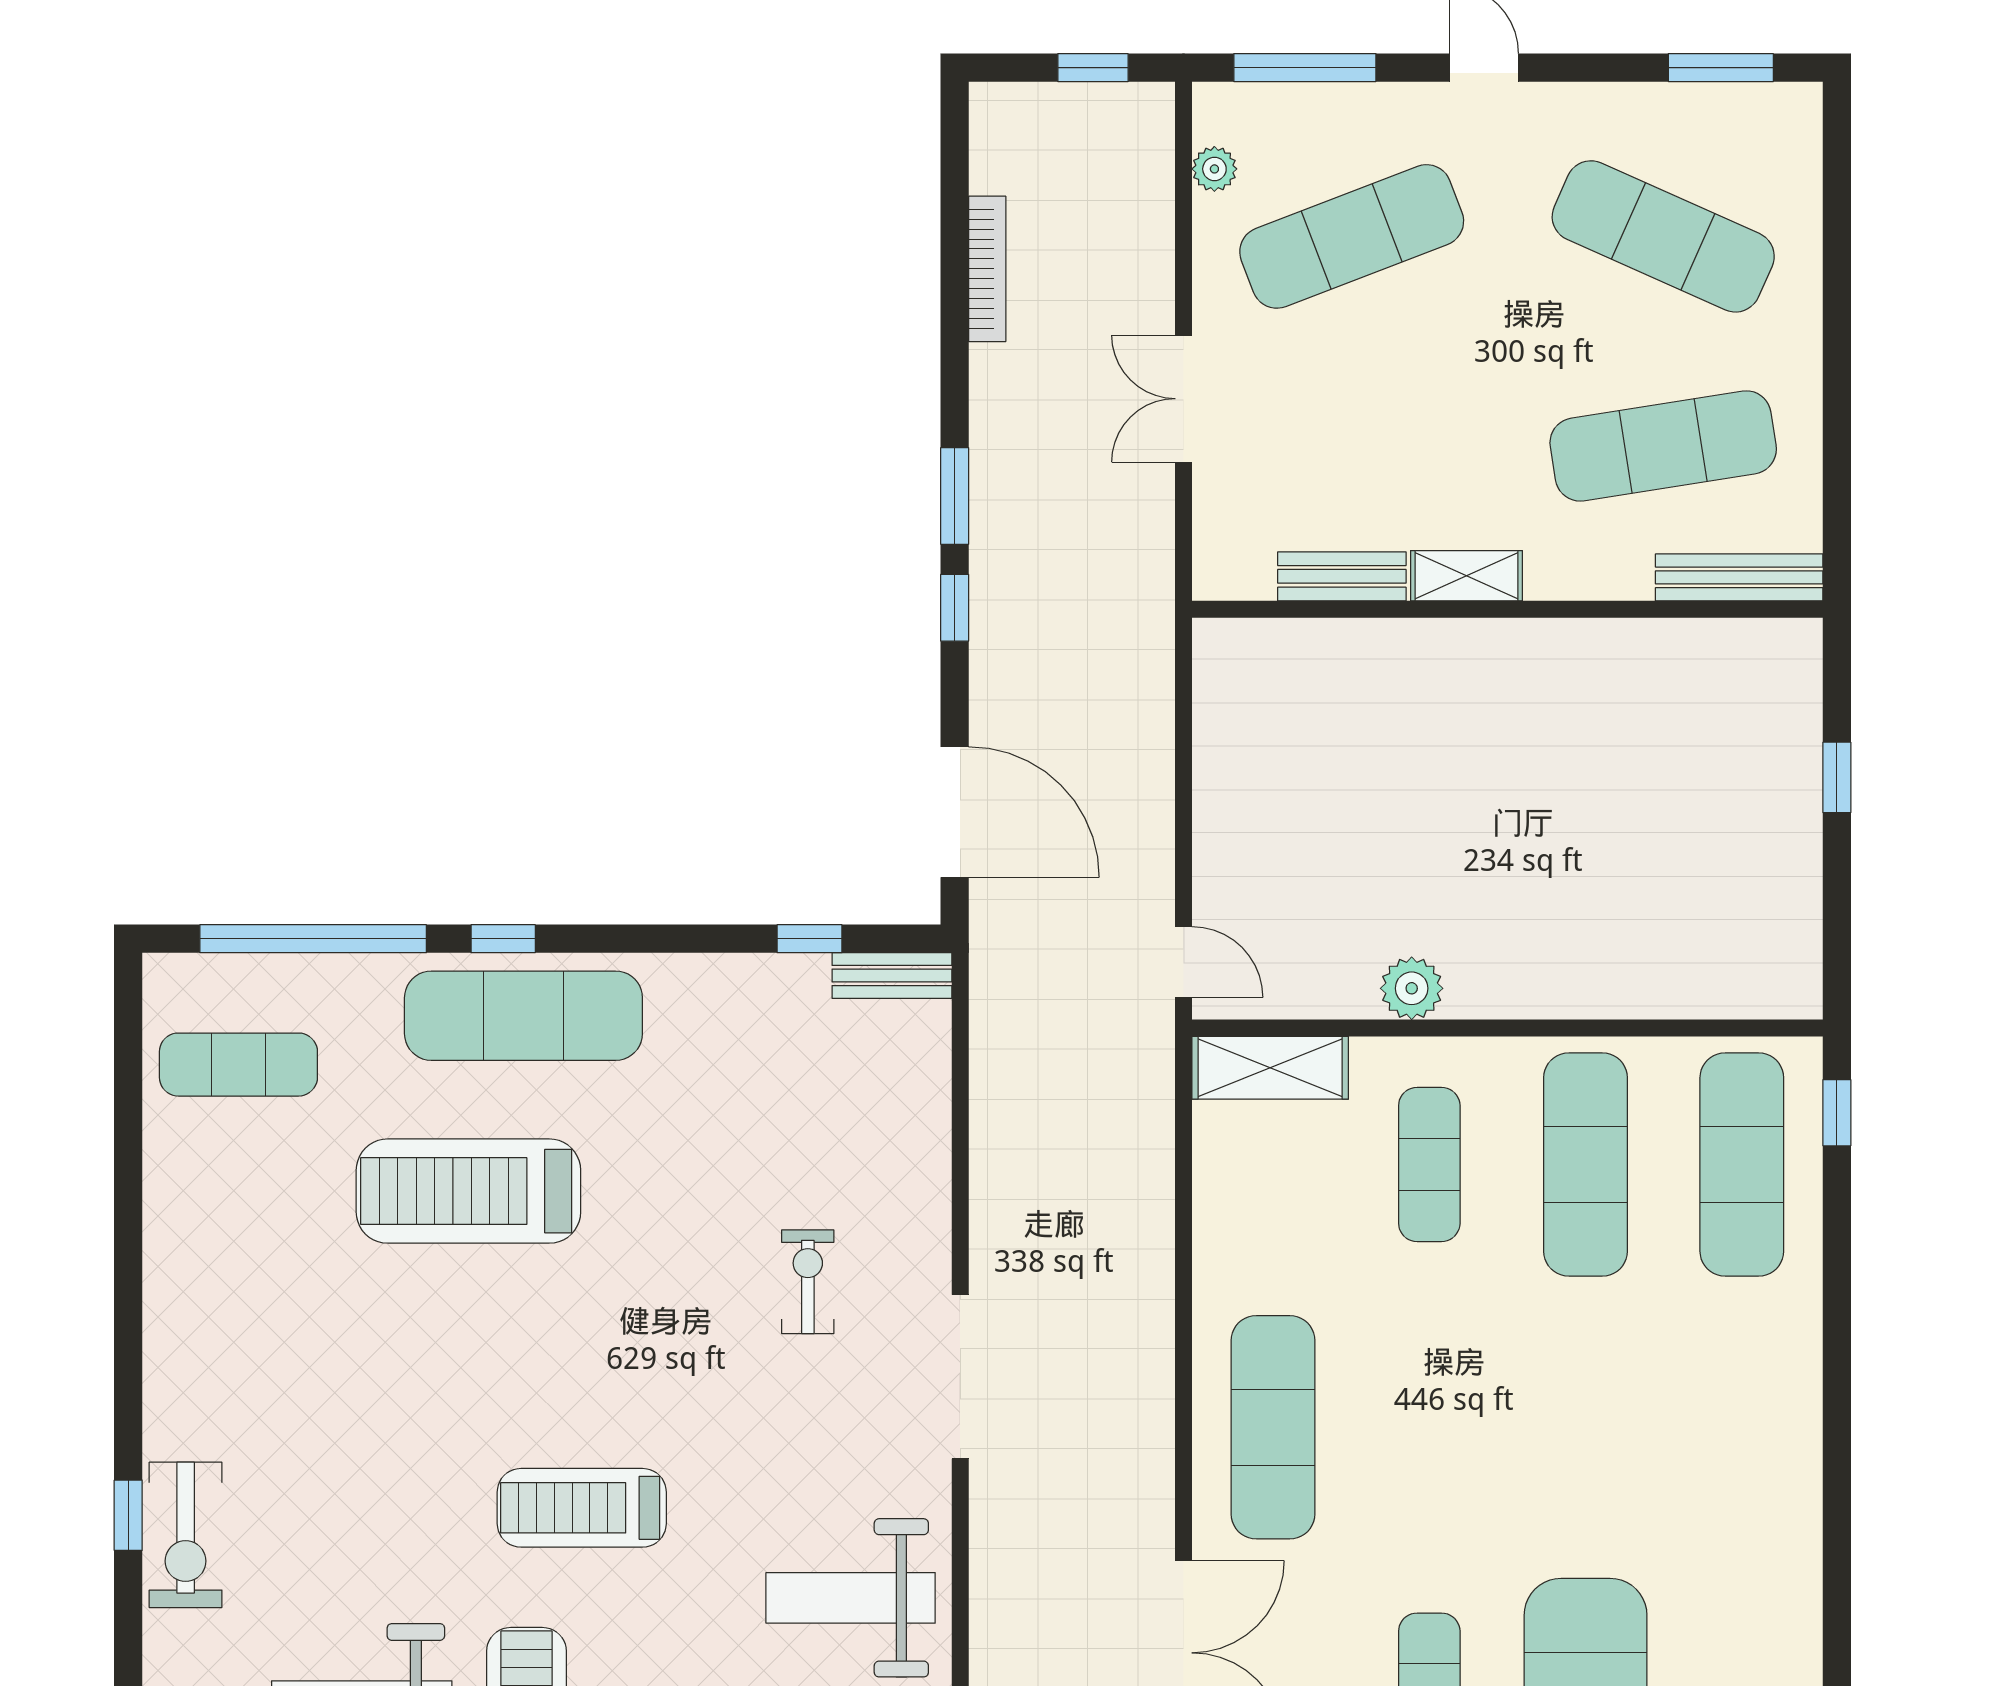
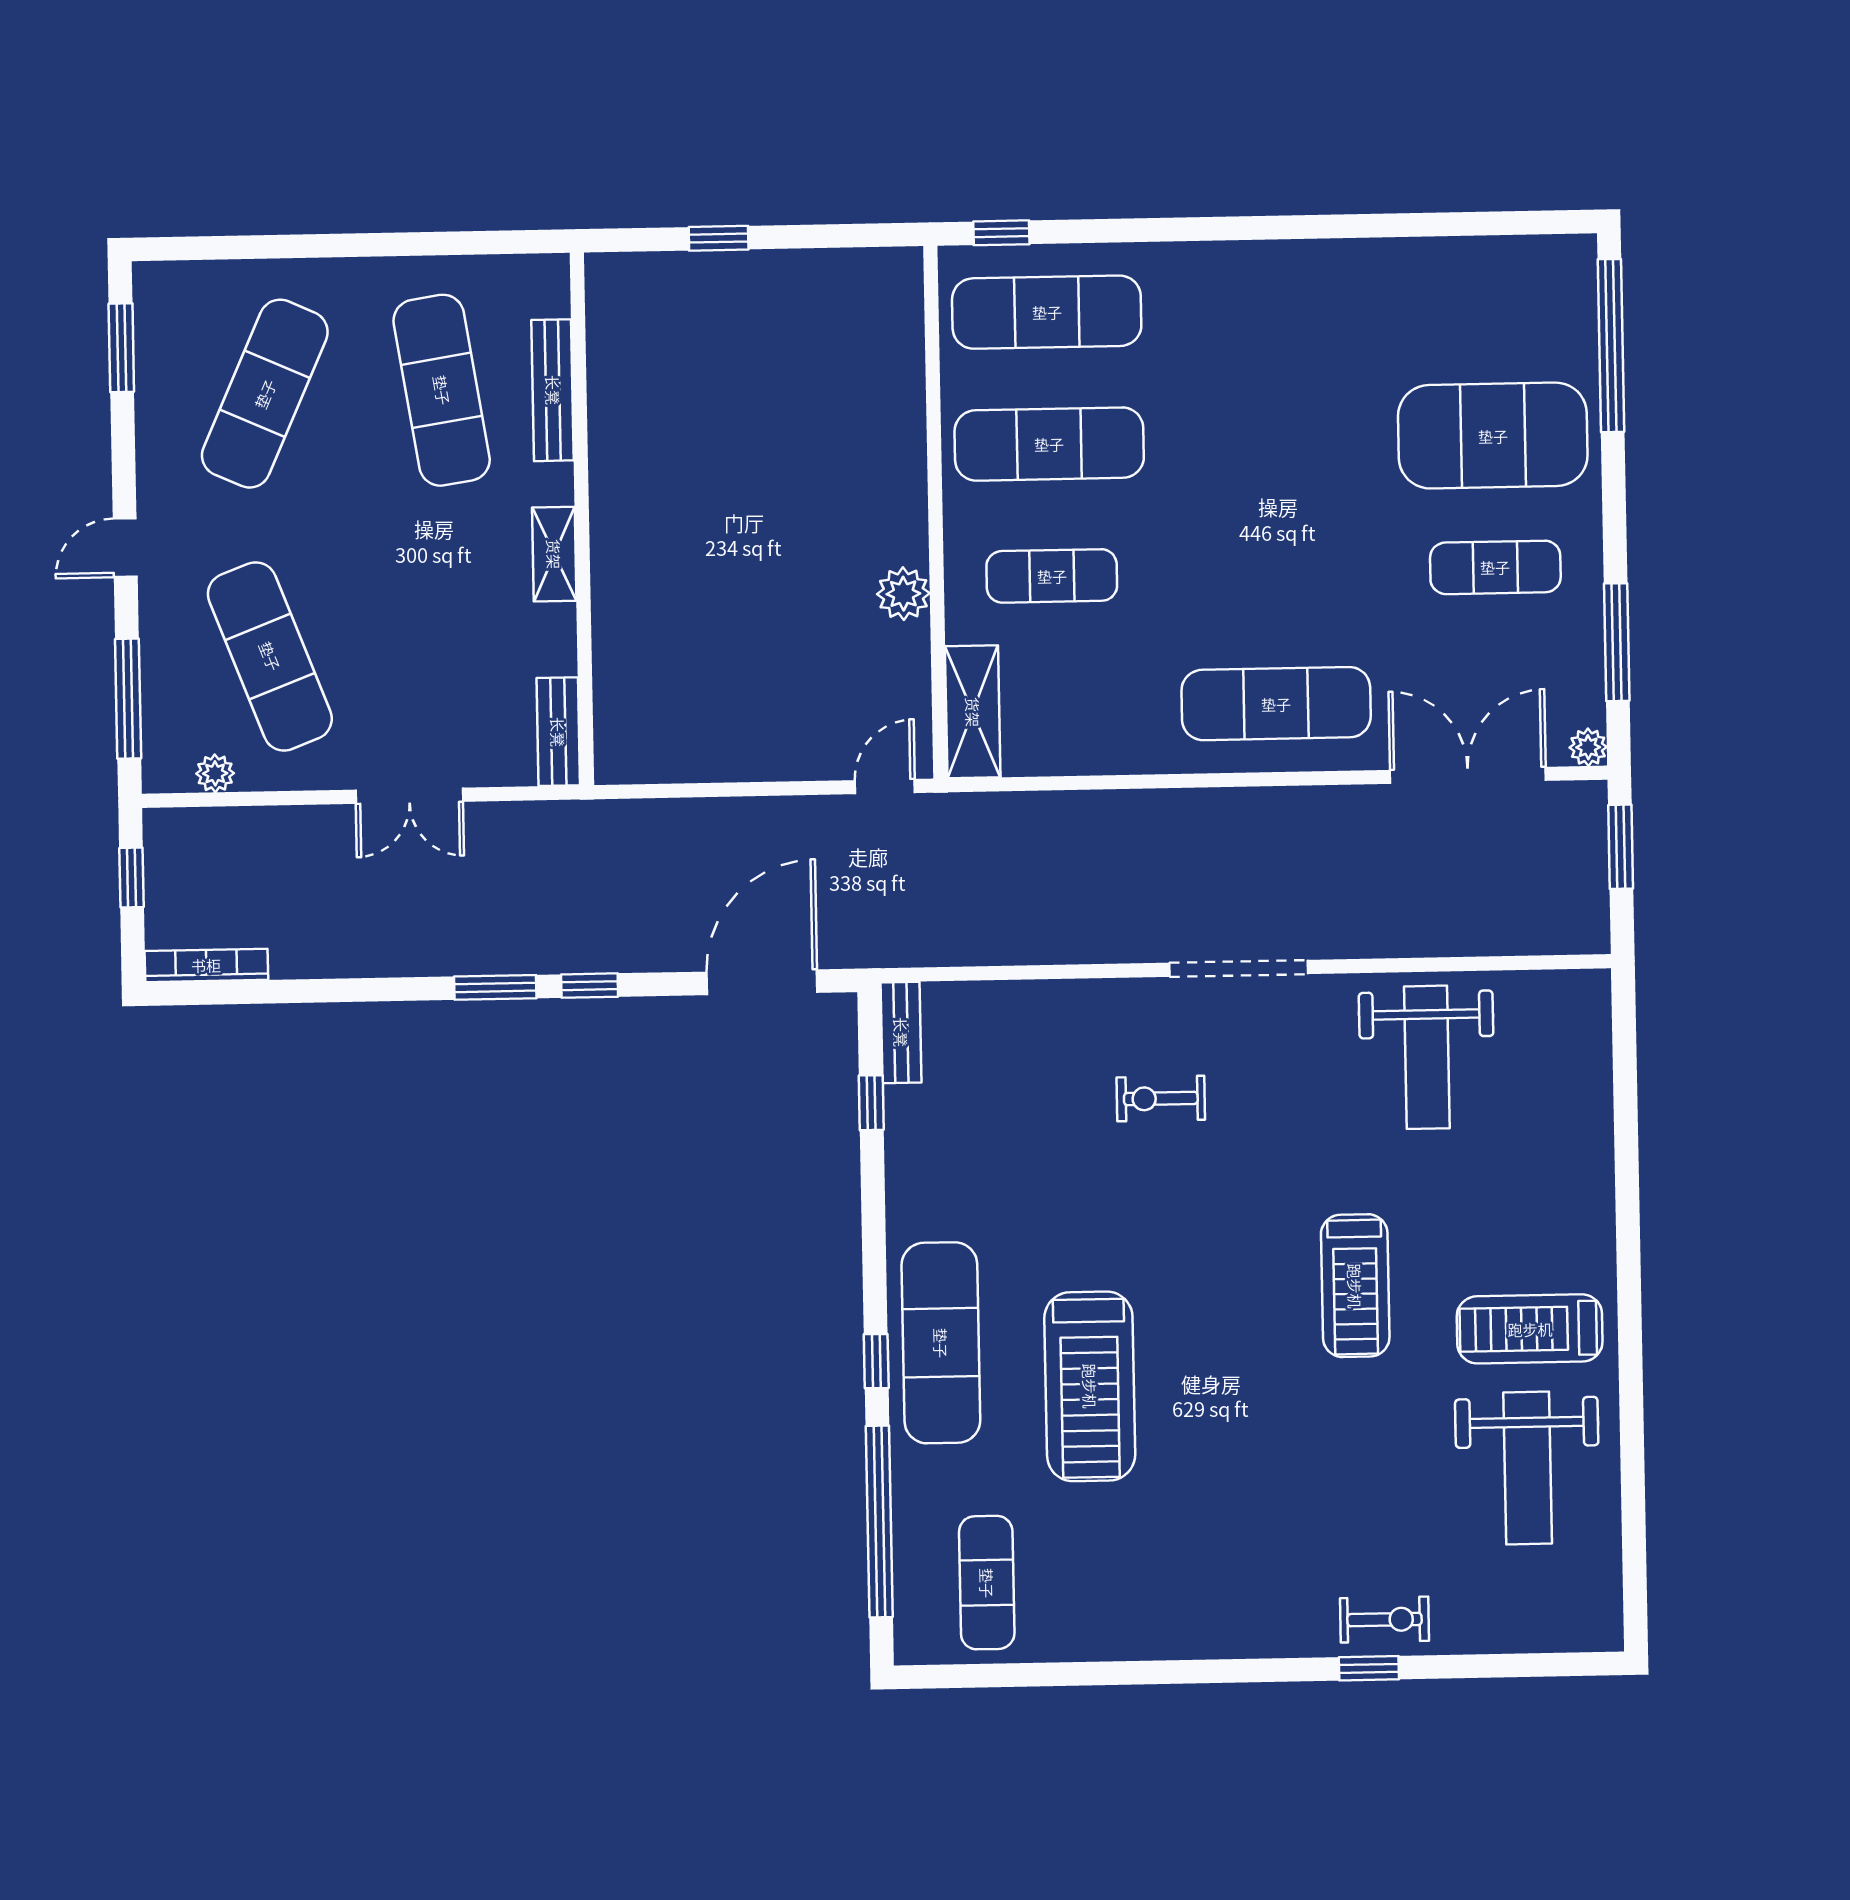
bookcase: (987, 269) -> (206, 965), moved
bench: (1342, 576) -> (558, 732), moved
bench: (1739, 577) -> (553, 390), moved
exercise bike: (186, 1535) -> (1384, 1620), width x0.73, depth x0.72

